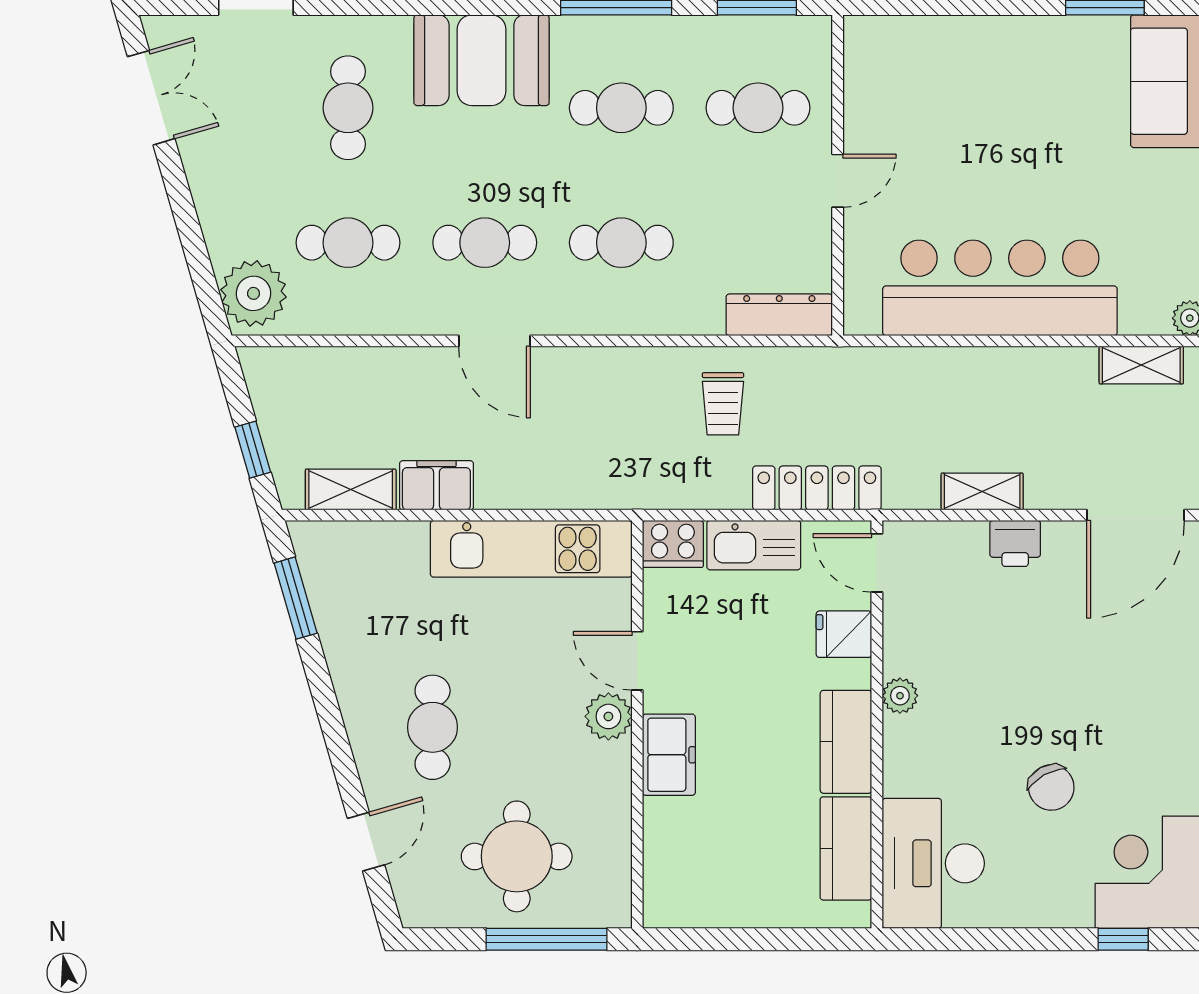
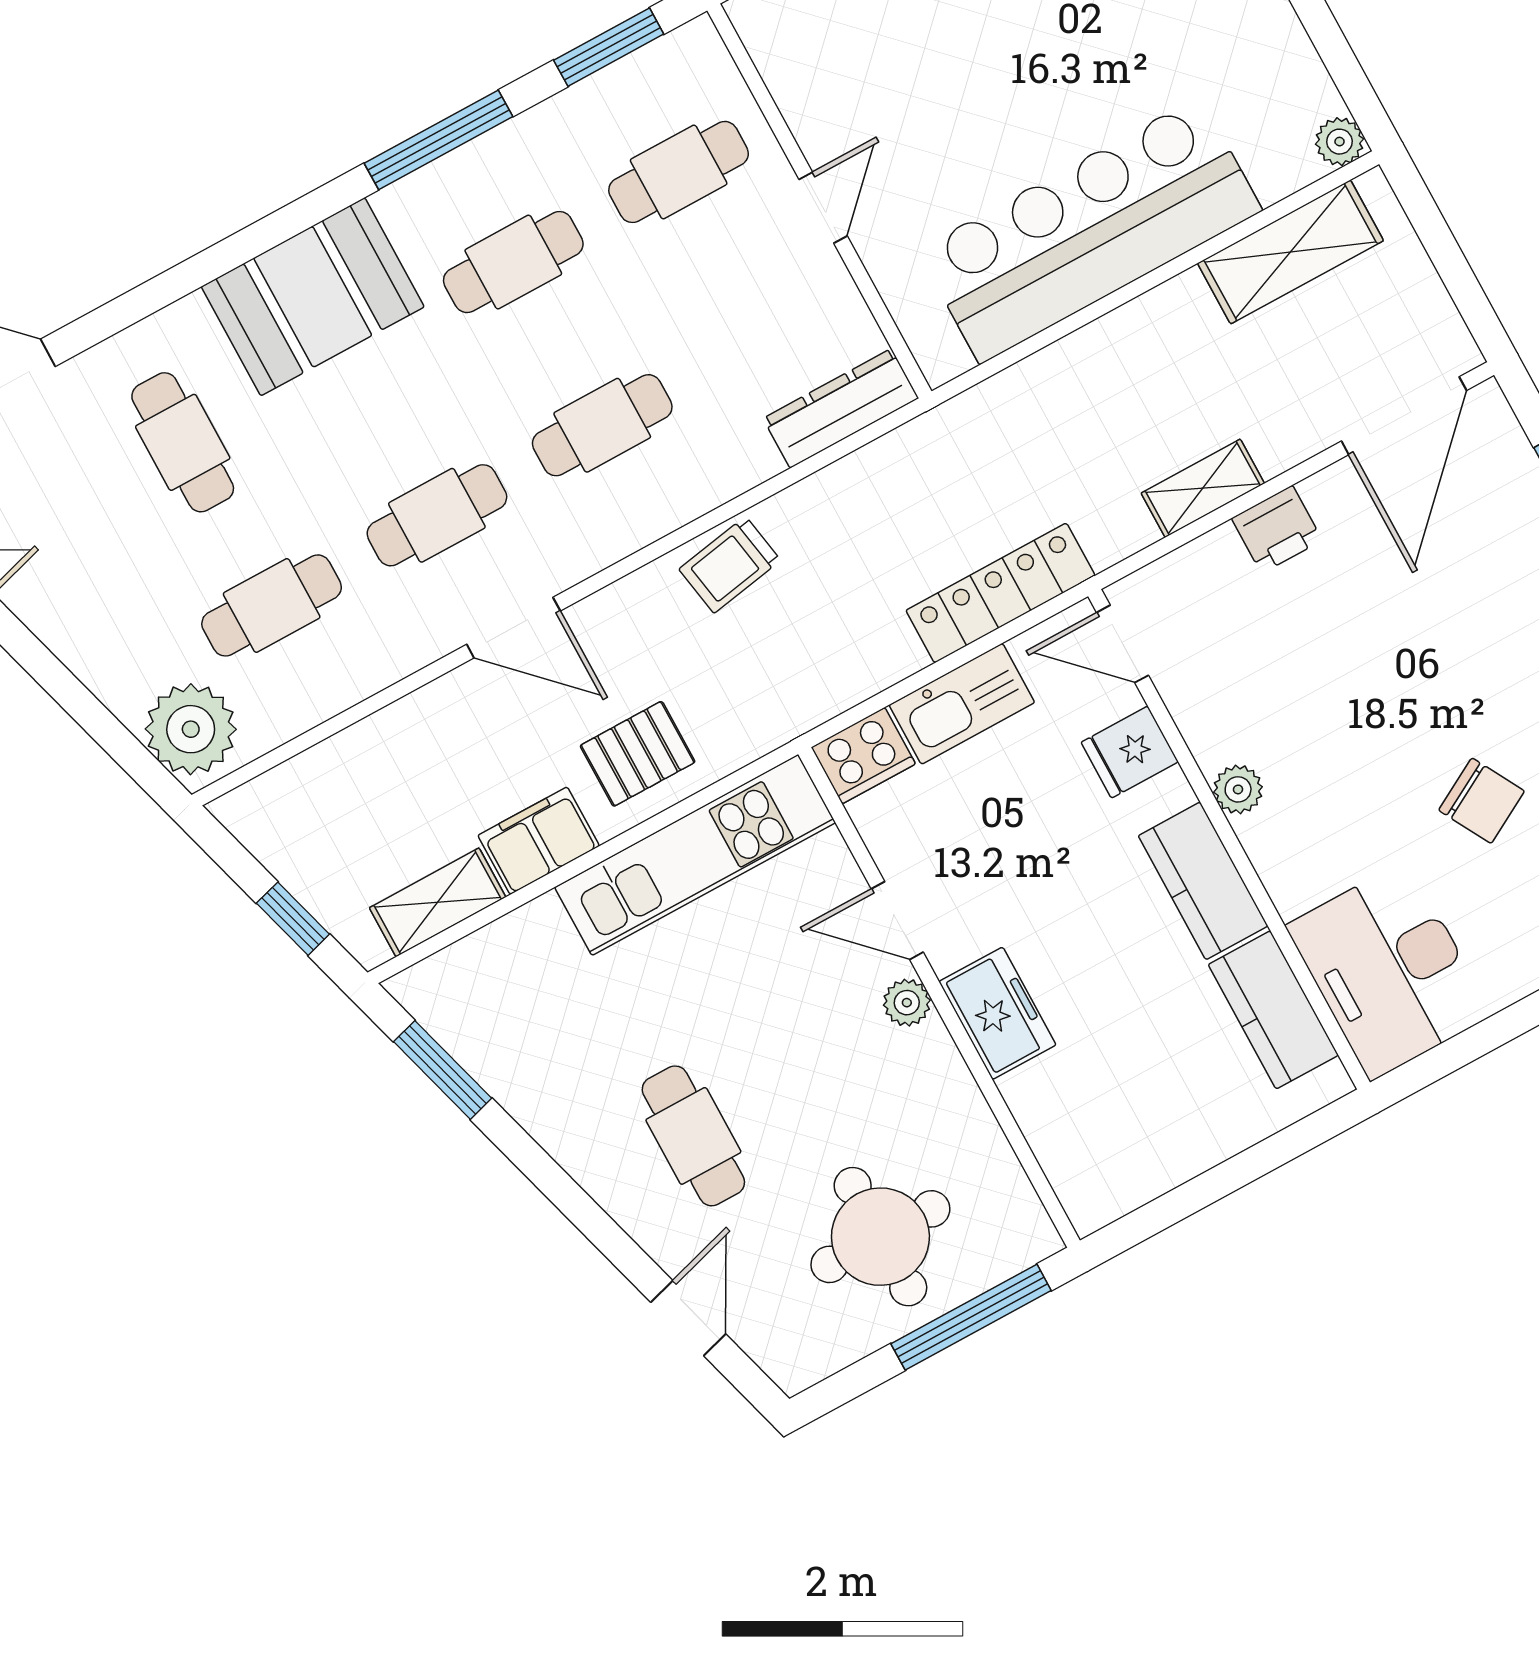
shelving: (1141, 365) -> (1290, 252), width x1.50, depth x1.33
trolley: (723, 404) -> (730, 565), moved, turned 80
pallet: (530, 464) -> (638, 754), added
plant: (608, 716) -> (907, 1003), width x0.73, depth x0.73

